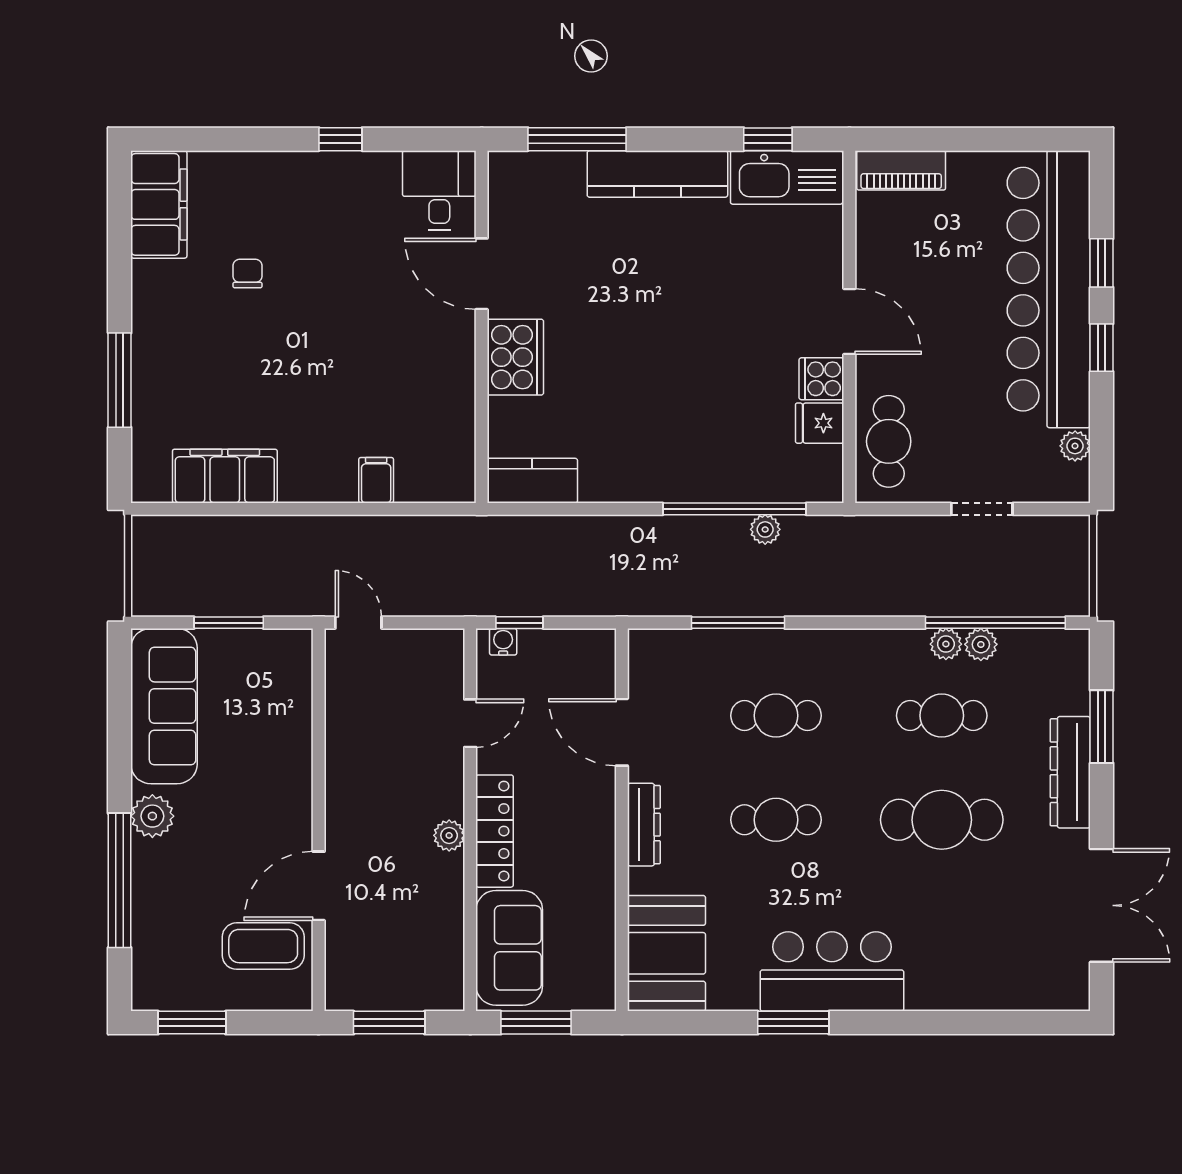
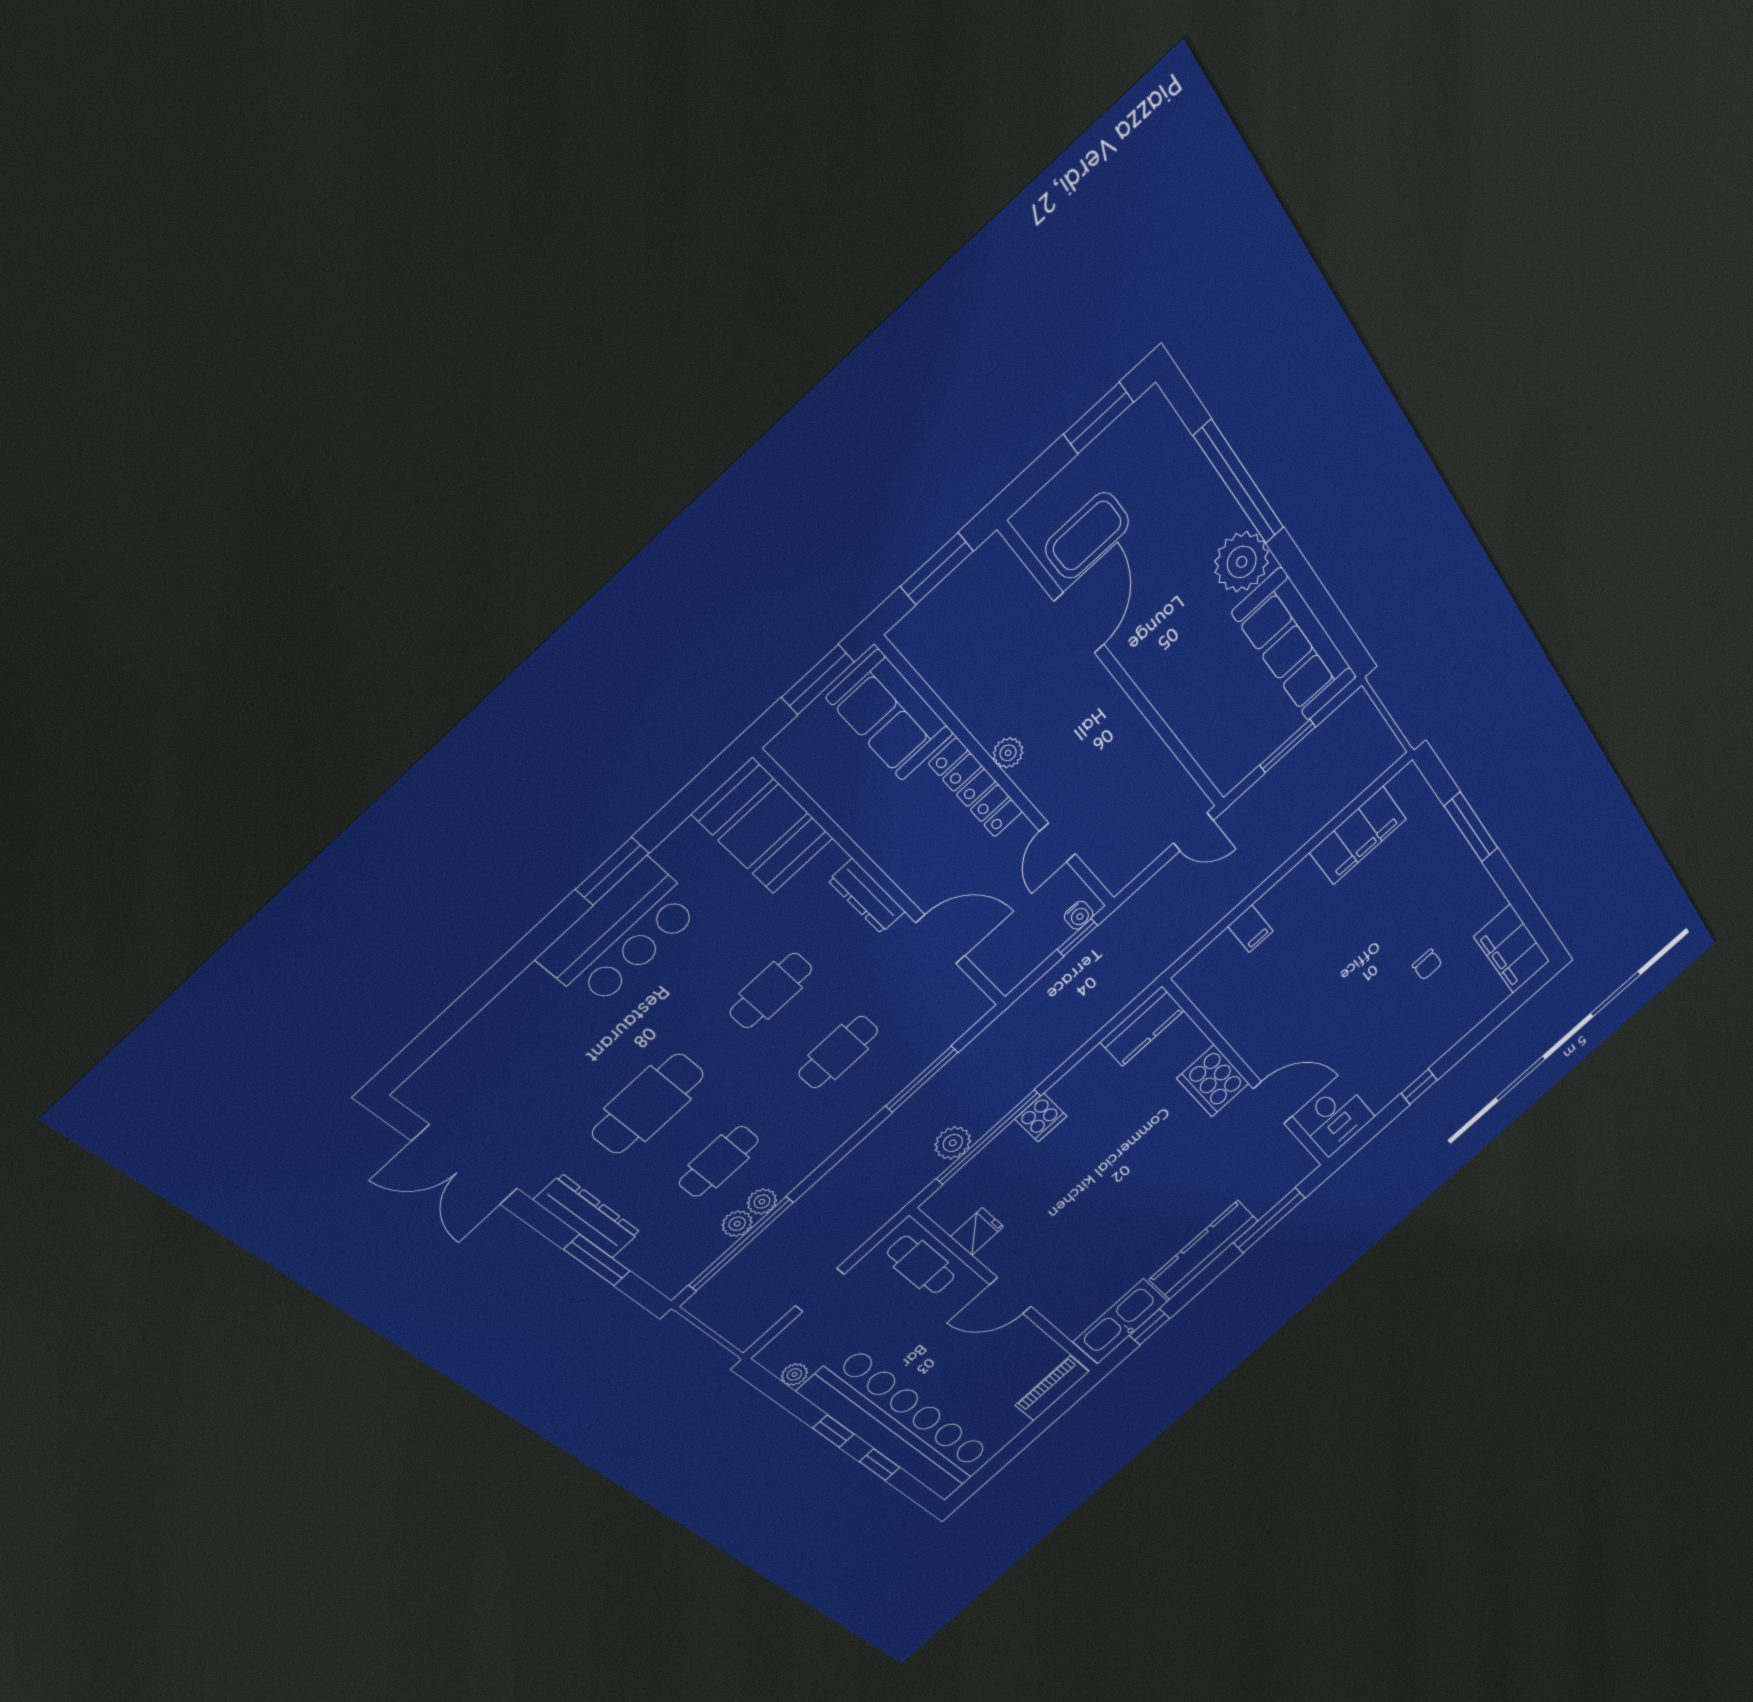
cooker: (821, 379) -> (1041, 1118), moved, turned 90
plant: (765, 529) -> (953, 1143), width x1.38, depth x1.38
plant: (152, 816) -> (1242, 562), width x1.36, depth x1.36

